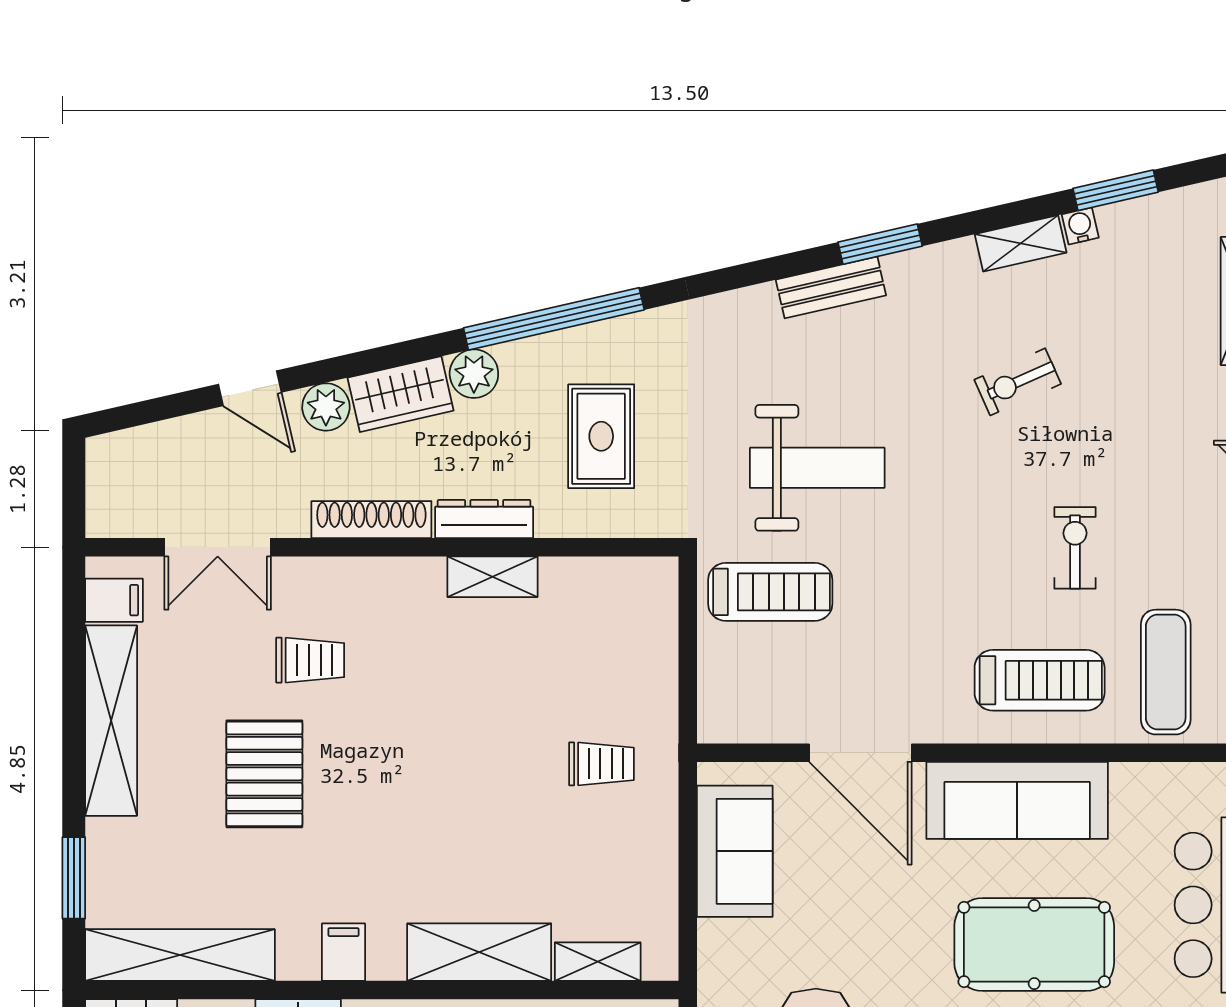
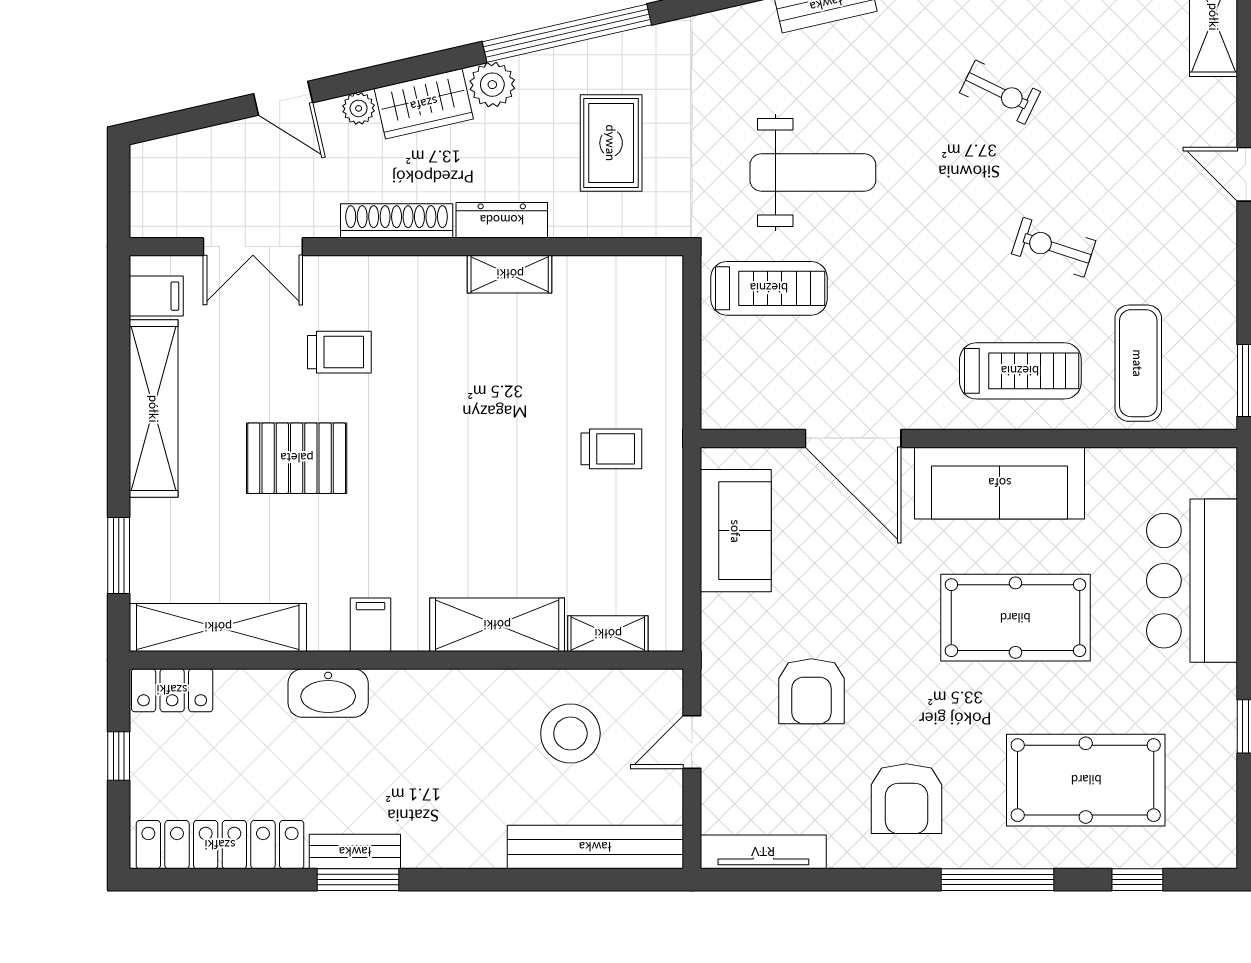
exercise bike: (1018, 382) -> (1000, 92), turned -130
plant: (326, 407) -> (359, 108), width x0.73, depth x0.73
exercise bike: (1075, 548) -> (1054, 247), turned -72
pallet: (264, 774) -> (297, 458), turned 90

